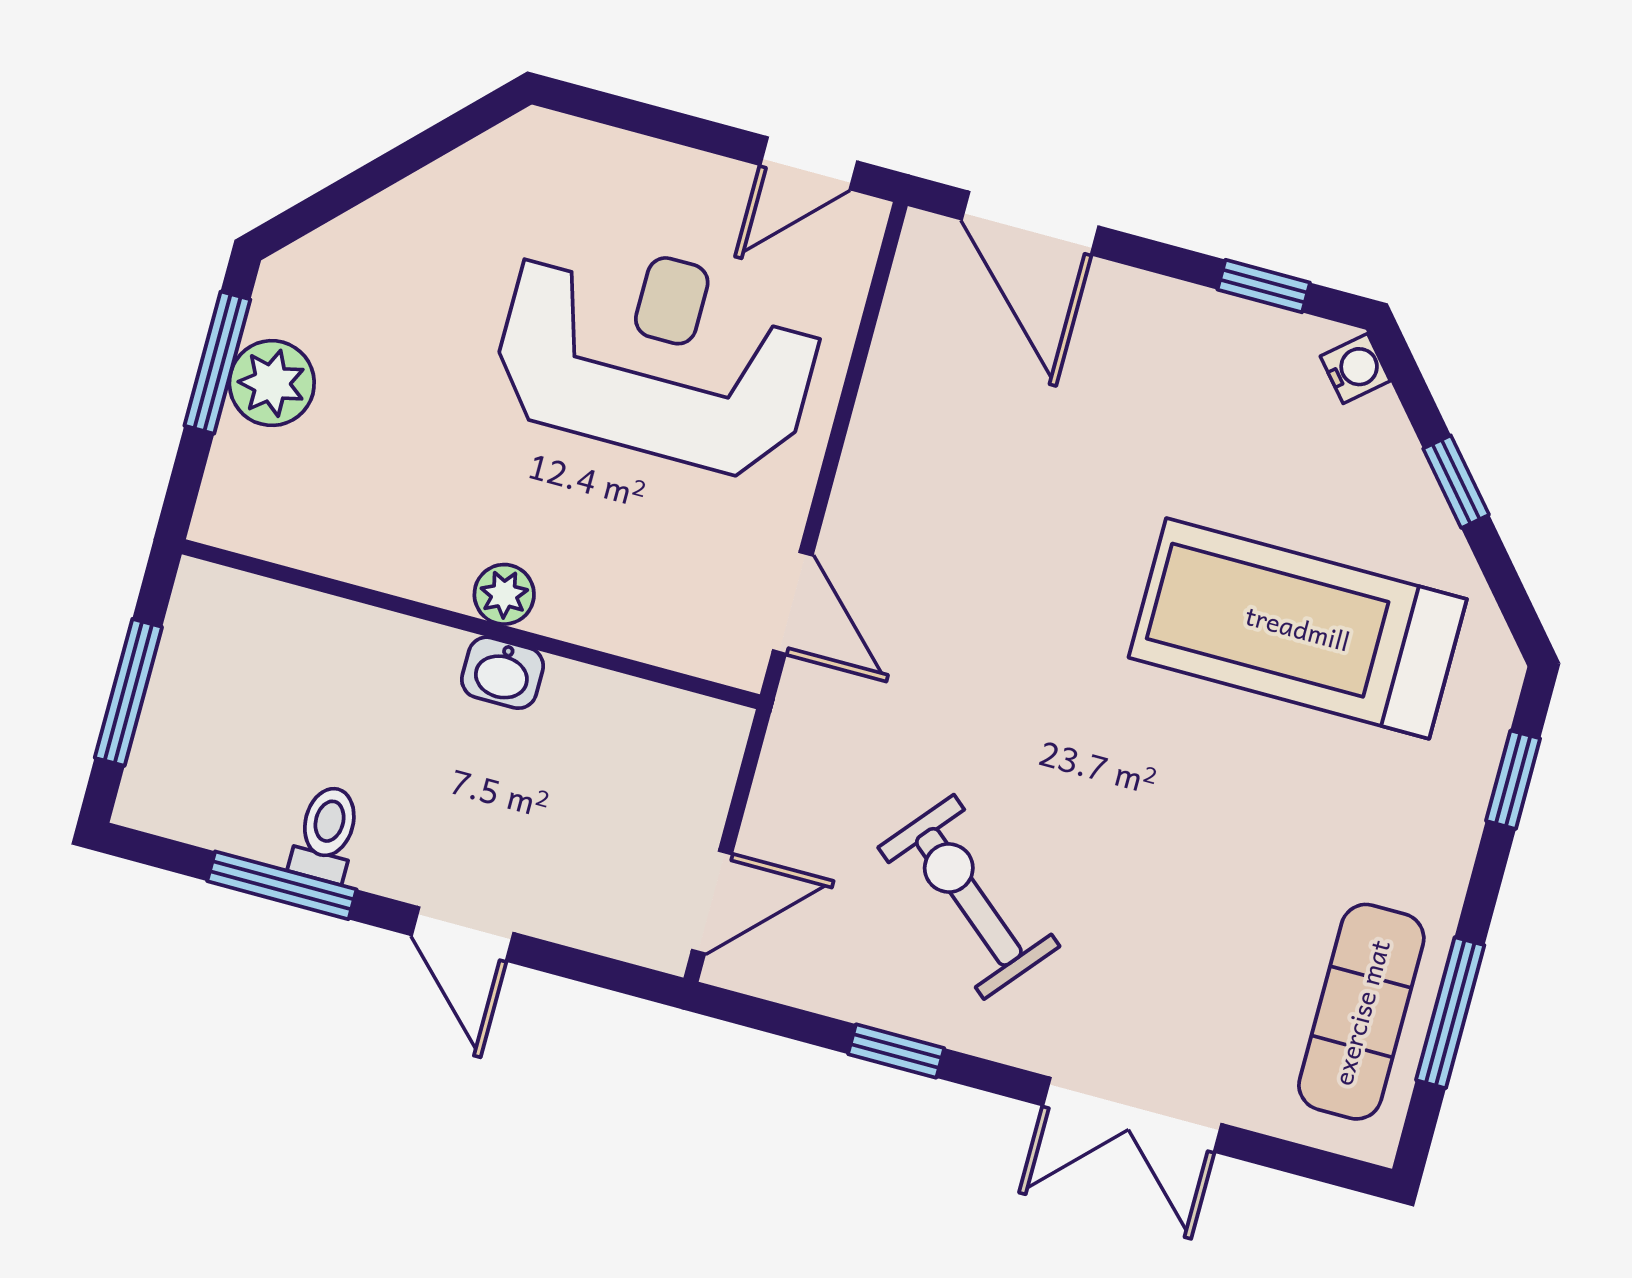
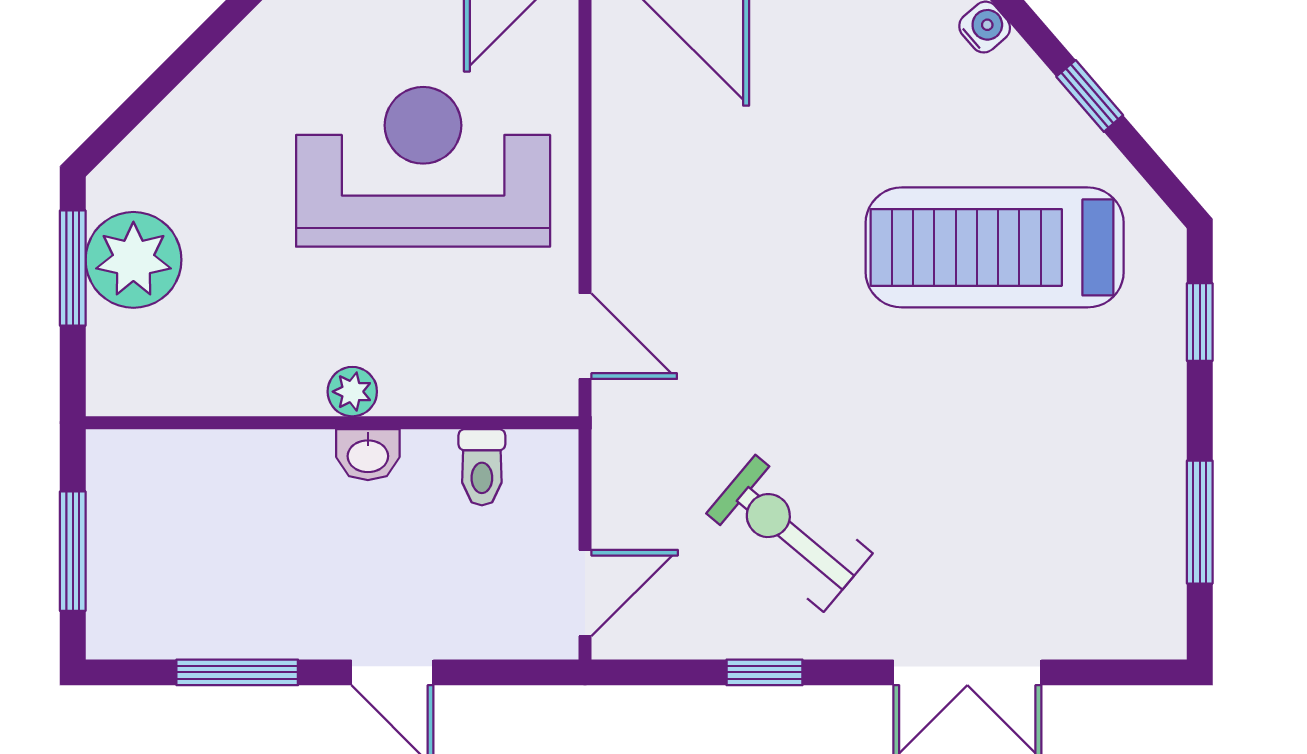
plant: (272, 383) -> (133, 260), width x1.36, depth x1.36
toilet: (326, 834) -> (482, 467), moved, turned 180
exercise mat: (1361, 1012) -> (1128, 540), removed

